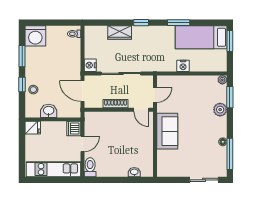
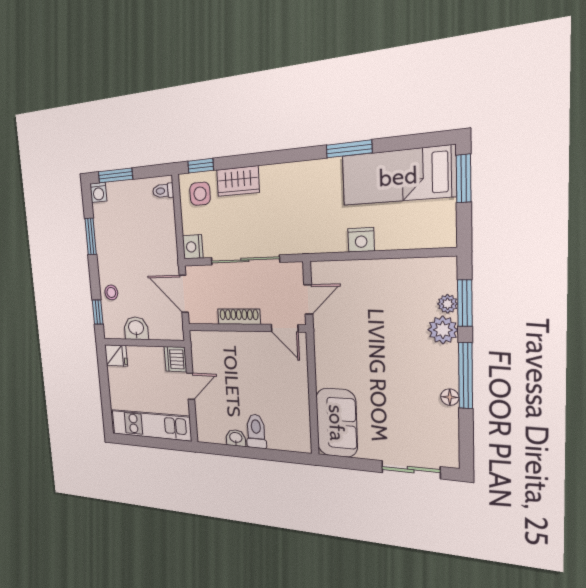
window: (43, 23) -> (115, 175), added
window: (141, 23) -> (201, 166), moved
washing machine: (35, 36) -> (98, 192), width x0.53, depth x0.53
side table: (97, 37) -> (200, 194), added
plant: (222, 80) -> (448, 304), moved
window: (22, 84) -> (98, 312), moved
sofa: (167, 131) -> (337, 423), moved
window: (230, 154) -> (466, 376), moved
toilet: (90, 167) -> (256, 431), moved
washbasin: (134, 172) -> (236, 438), moved

